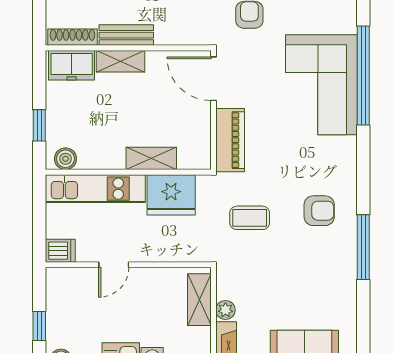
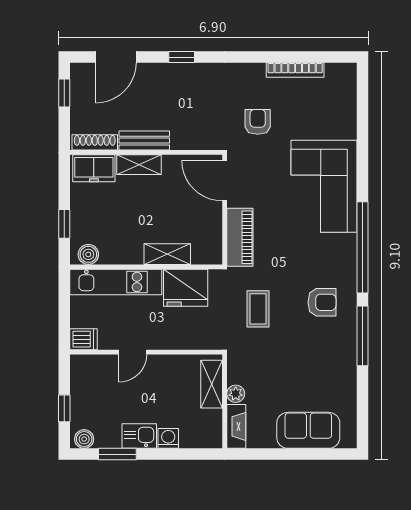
window: (363, 75) -> (363, 247), moved
coffee table: (250, 218) -> (258, 309), turned 90

